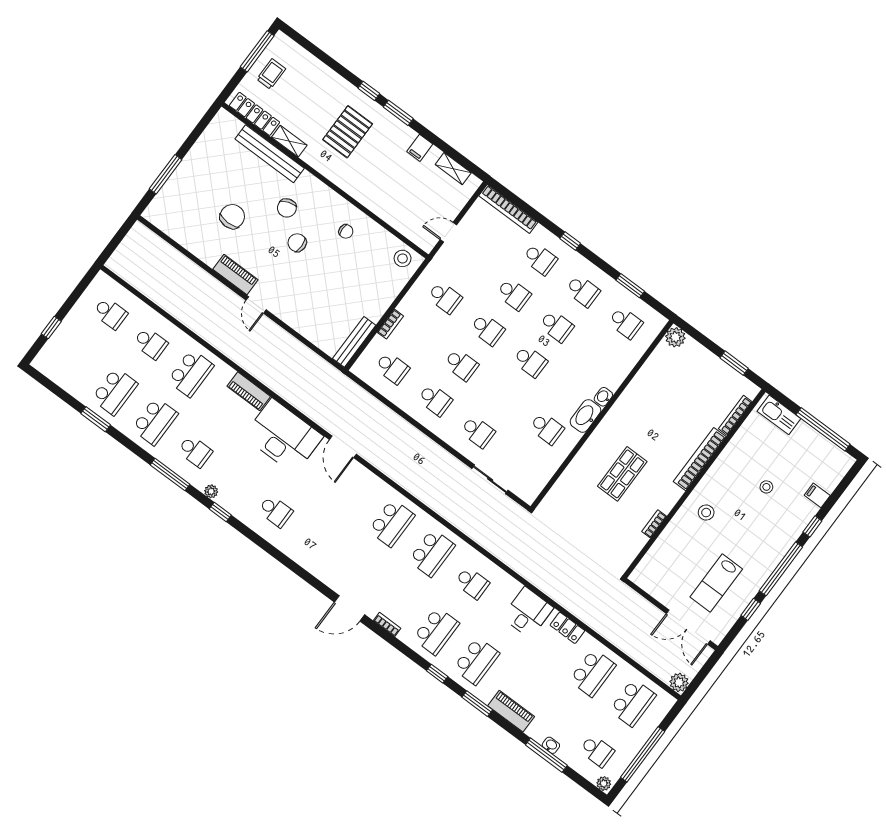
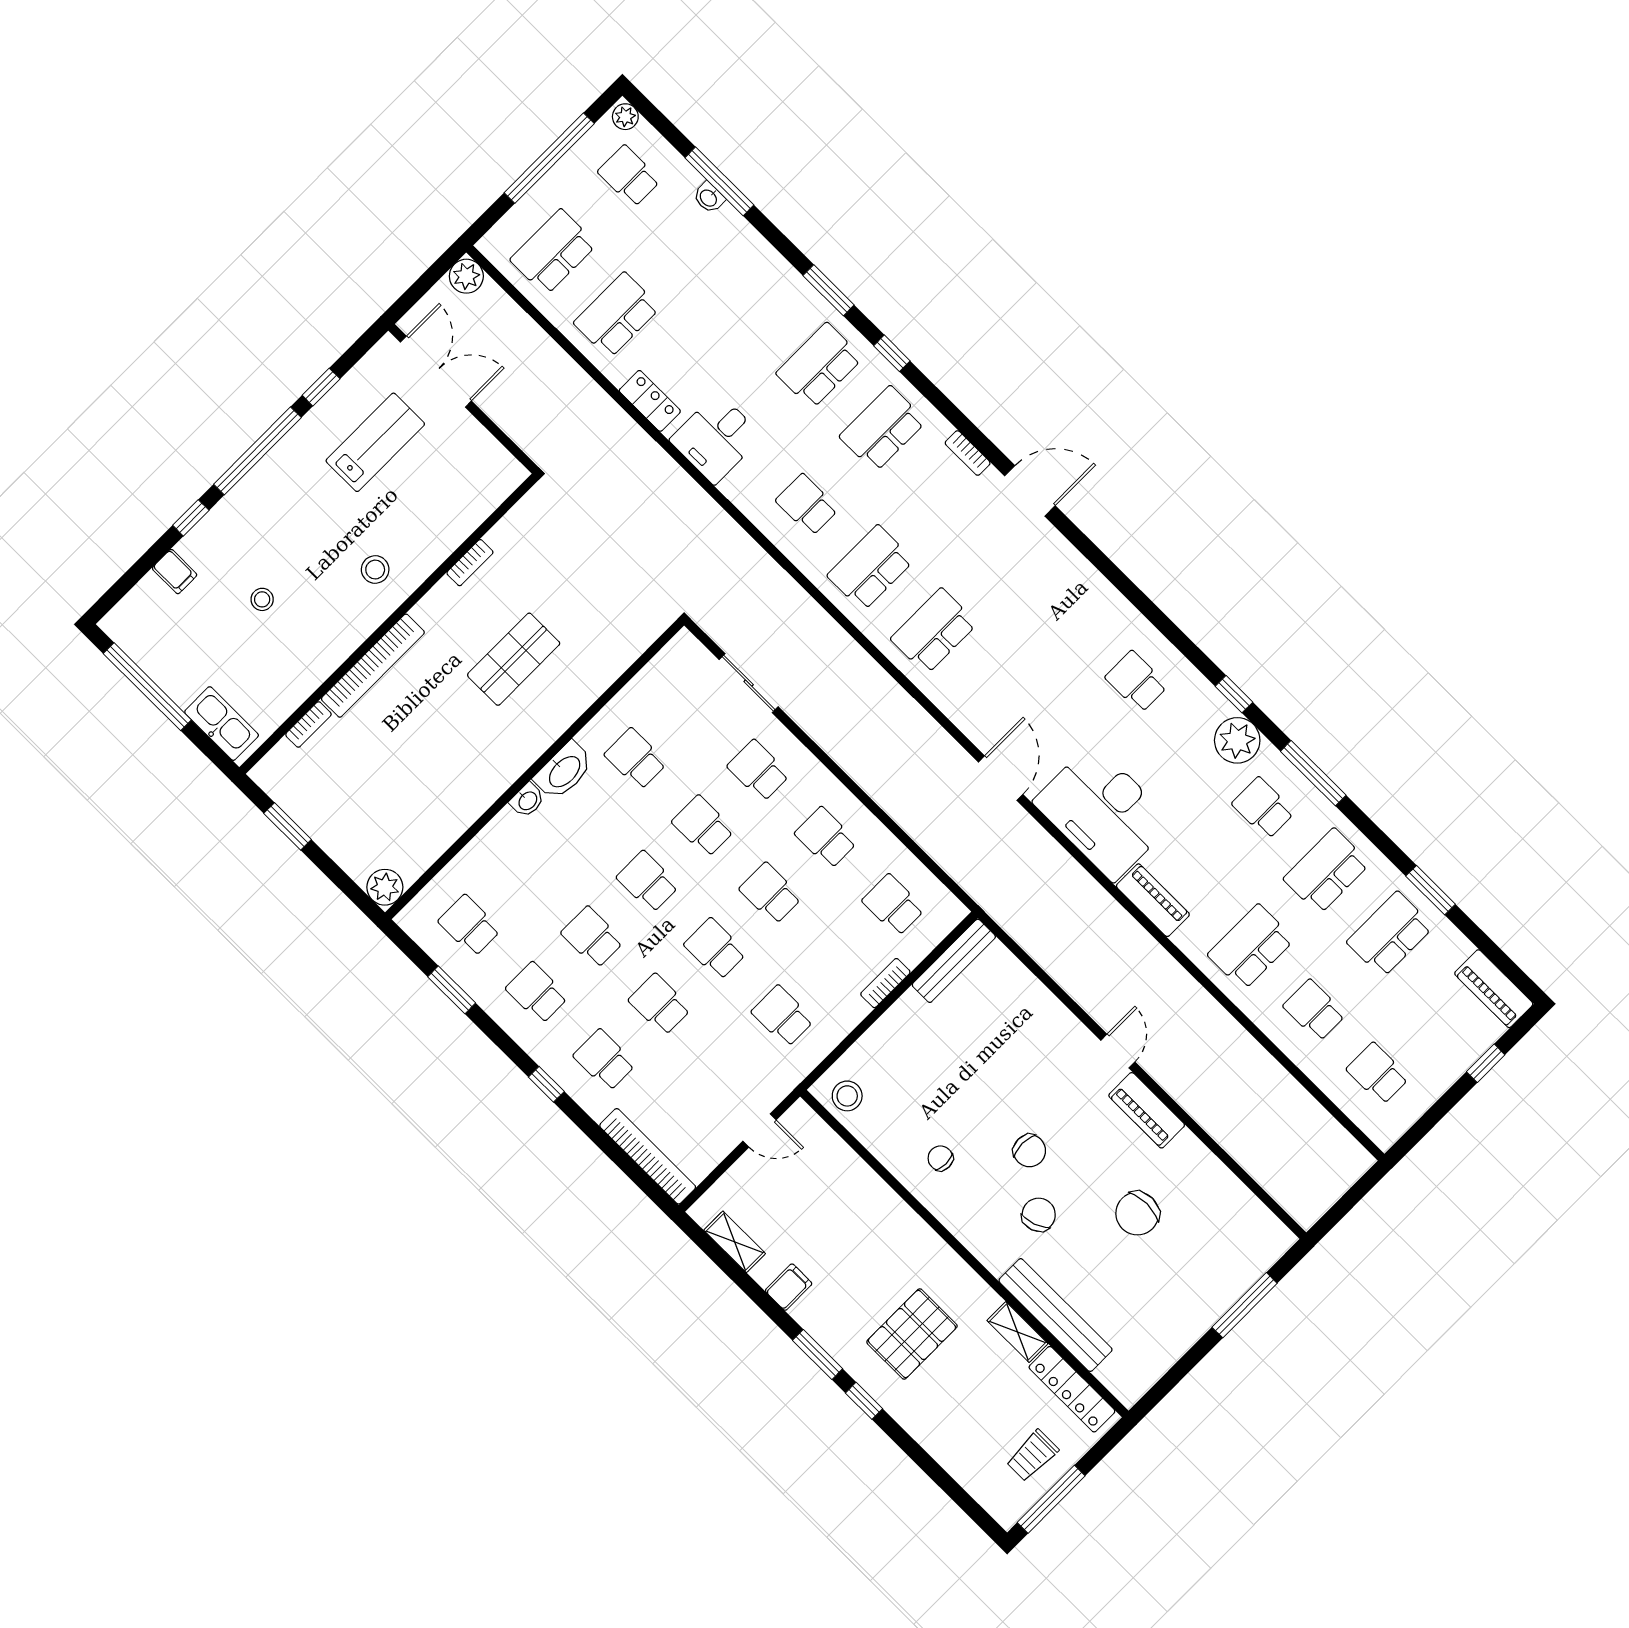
school desk: (504, 396) -> (703, 826), added
bookcase: (735, 415) -> (308, 724), width x0.64
plant: (211, 491) -> (1237, 740), width x1.87, depth x1.87
piano: (511, 711) -> (1494, 989), moved

